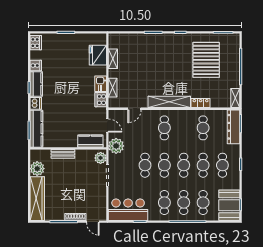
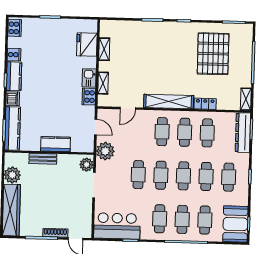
cafe table: (184, 128) -> (185, 132), added
kitchen counter: (90, 141) -> (56, 144), moved

